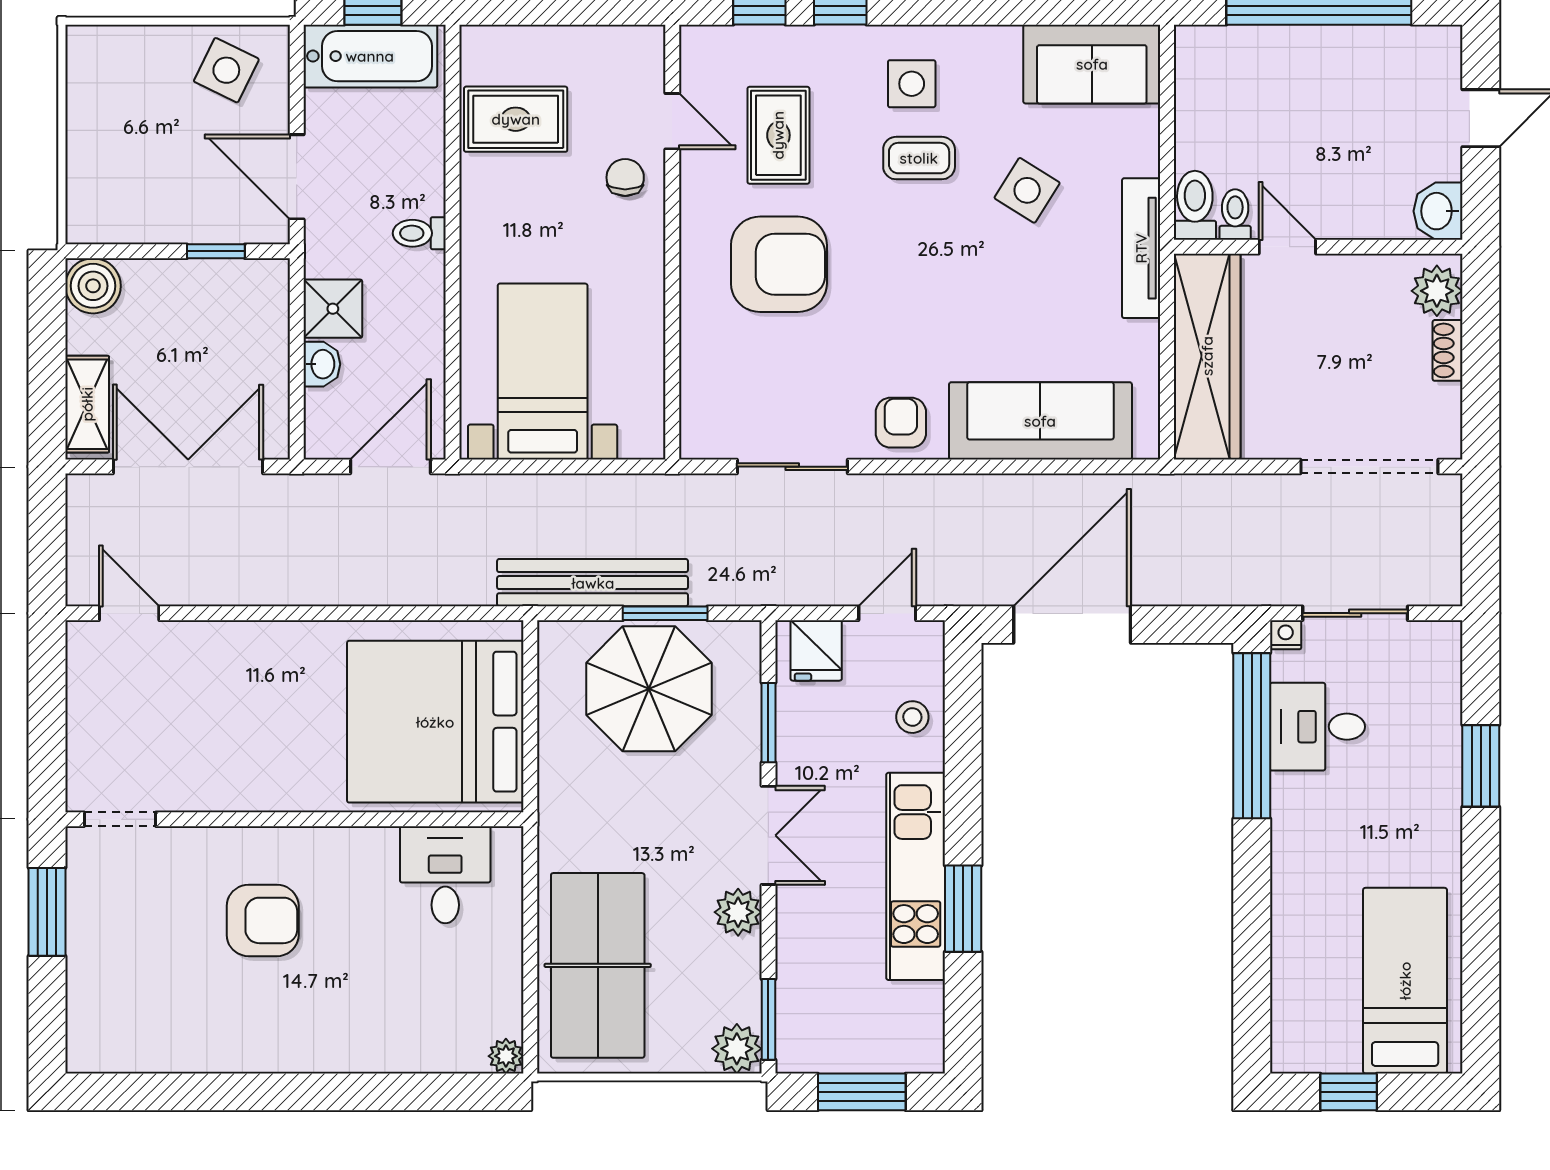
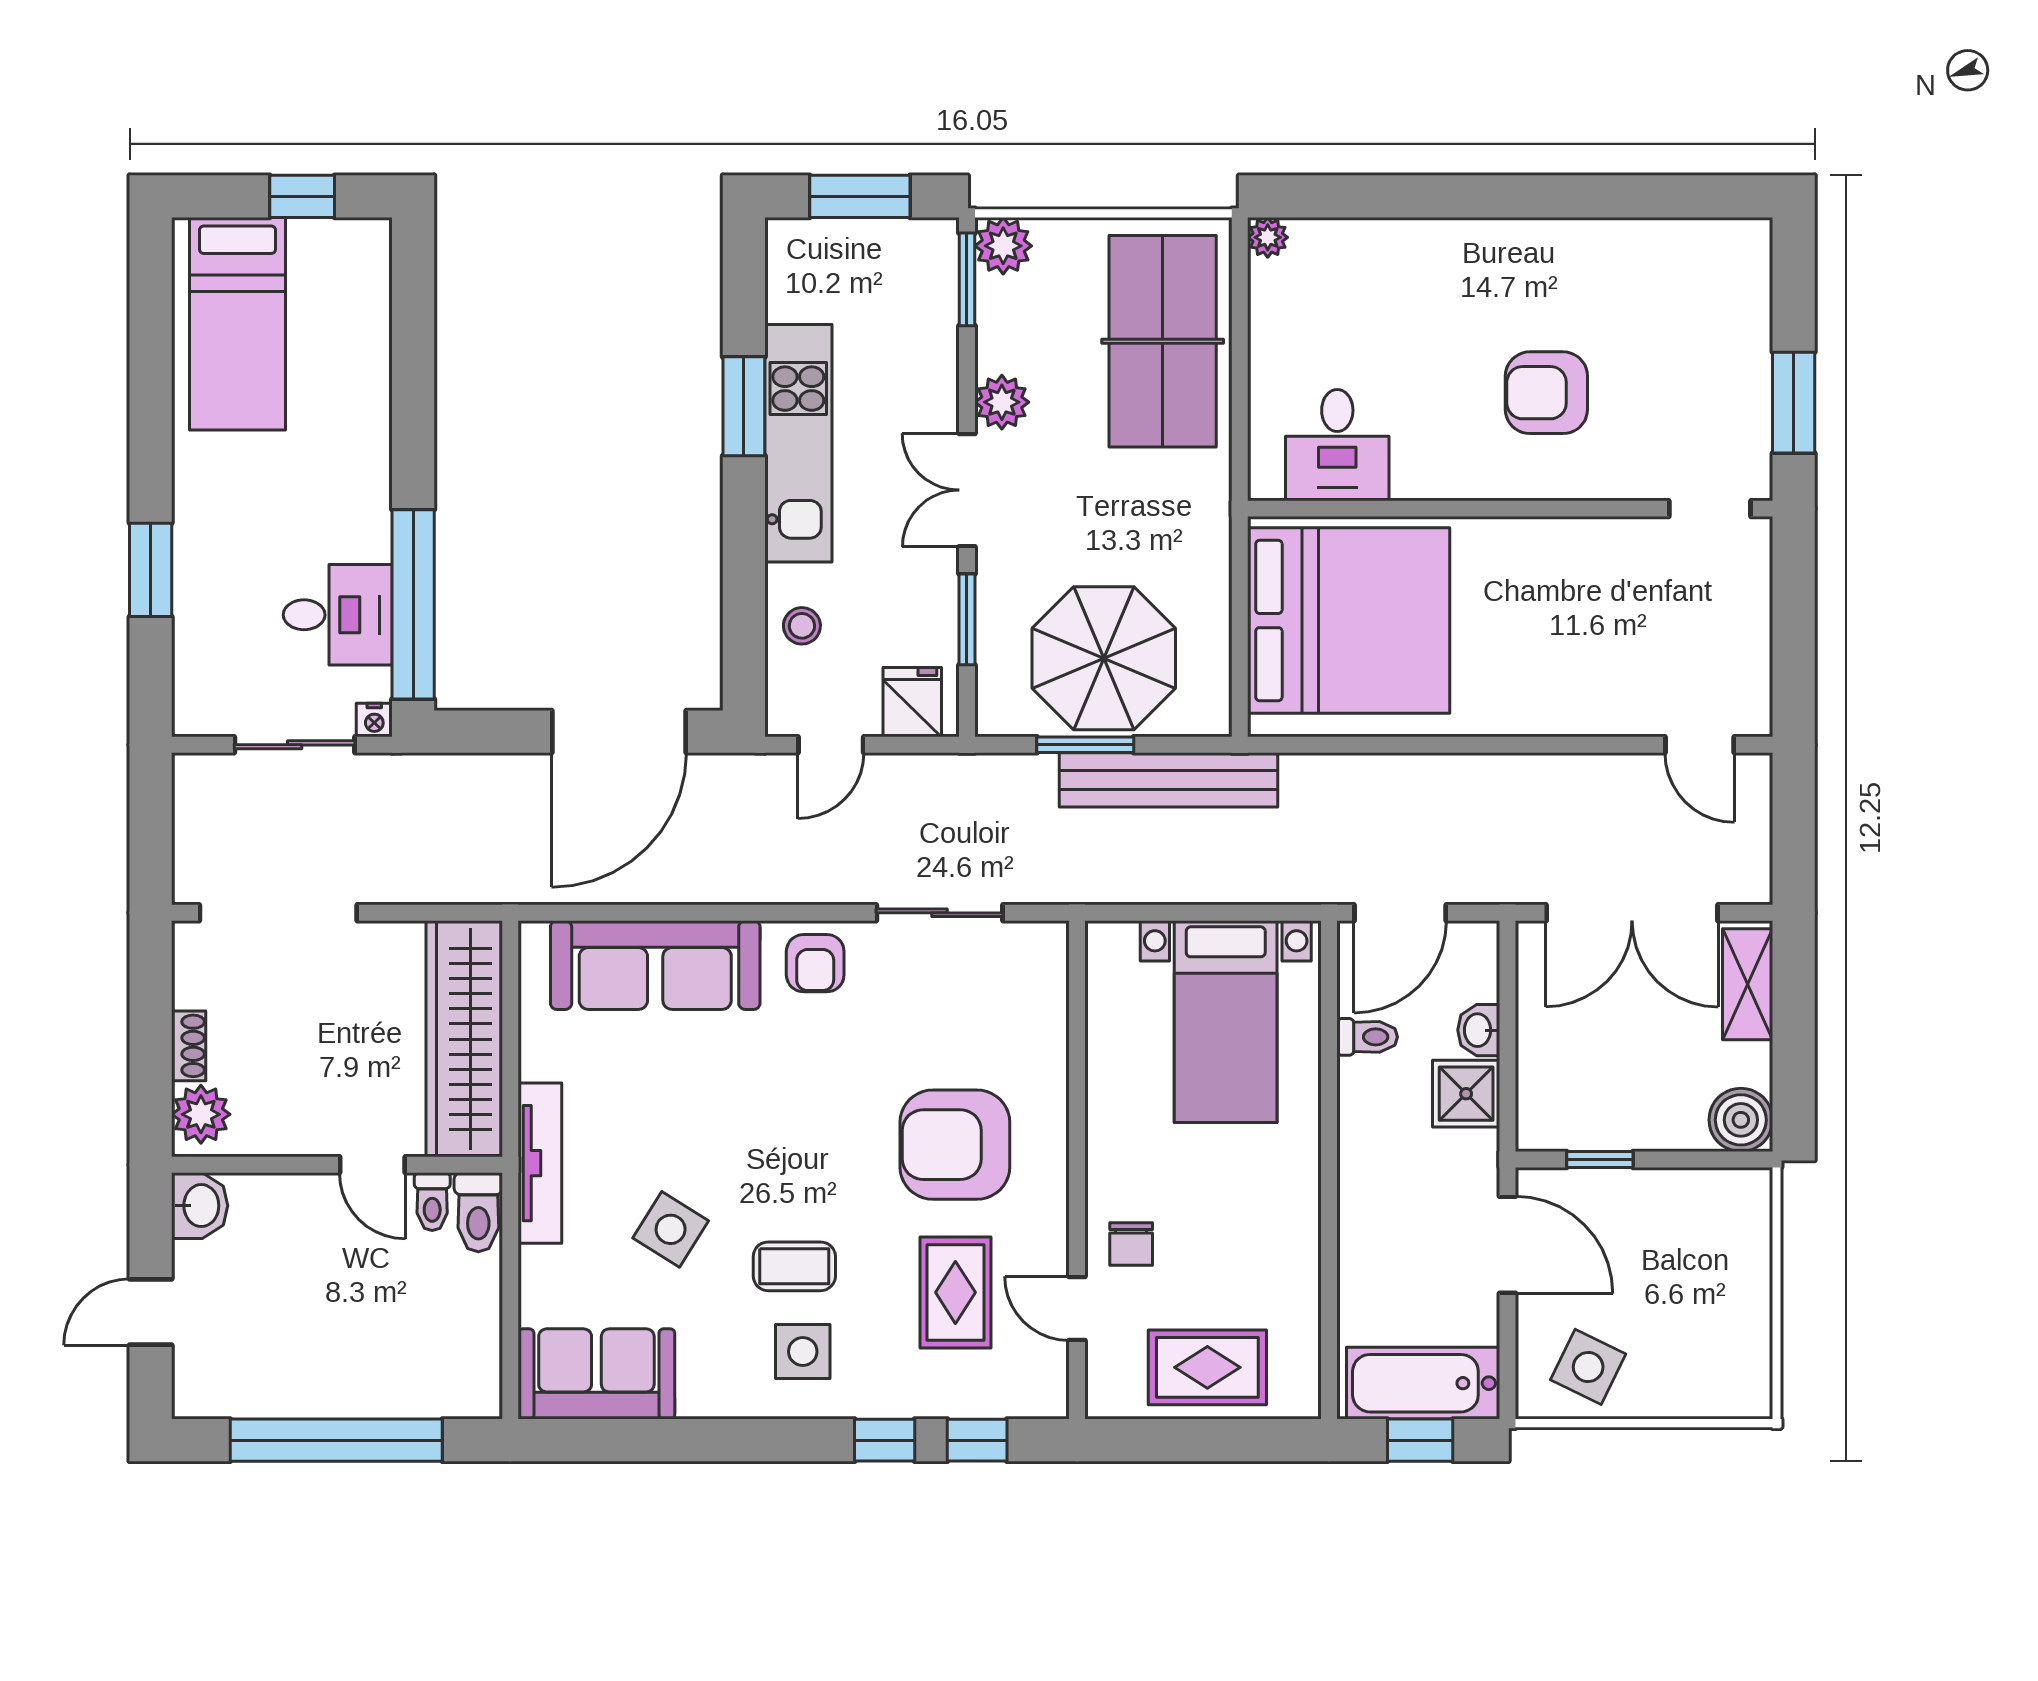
rug: (516, 119) -> (1207, 1367), moved
toilet: (419, 233) -> (1367, 1037), moved

